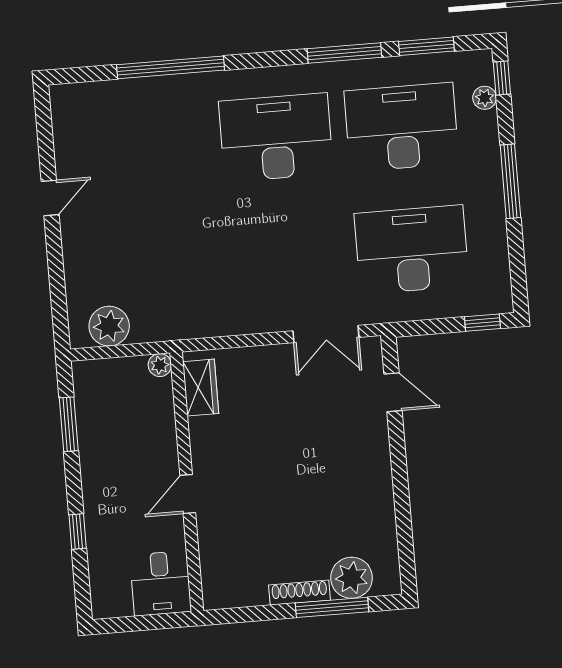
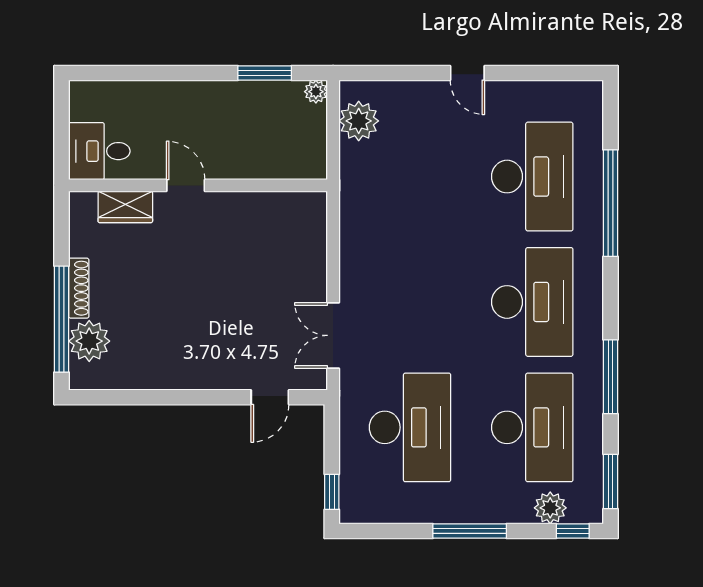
window: (426, 46) -> (610, 482), moved
plant: (485, 98) -> (550, 508), width x1.38, depth x1.38
desk: (150, 148) -> (532, 177), added
door: (50, 198) -> (467, 73), moved
plant: (160, 365) -> (316, 92), moved
wardrobe: (201, 388) -> (125, 207), moved
window: (78, 531) -> (157, 73), removed
window: (332, 607) -> (61, 319), width x1.46

